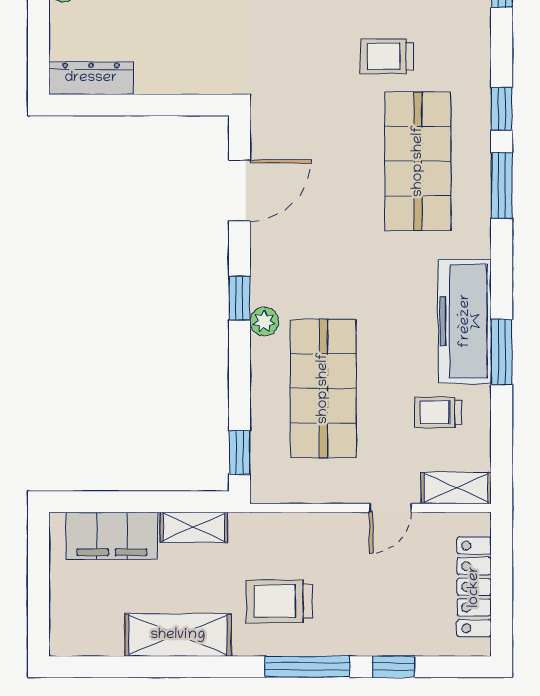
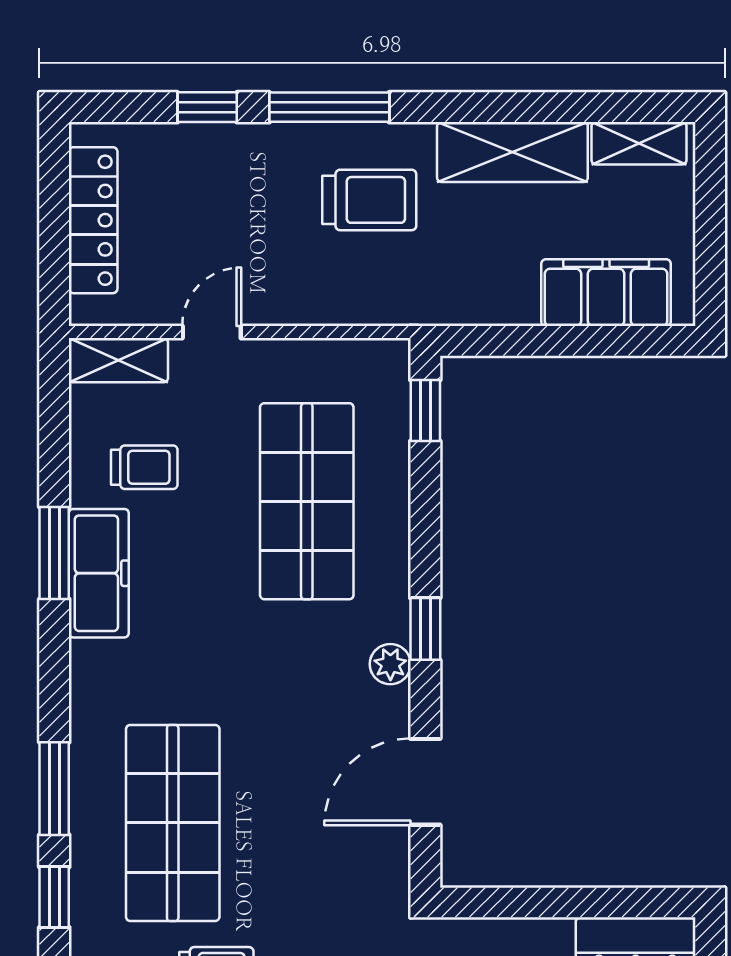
freezer: (465, 321) -> (99, 573), width x0.73, depth x0.79
plant: (264, 322) -> (390, 664), moved
shelving: (194, 527) -> (639, 143), moved

